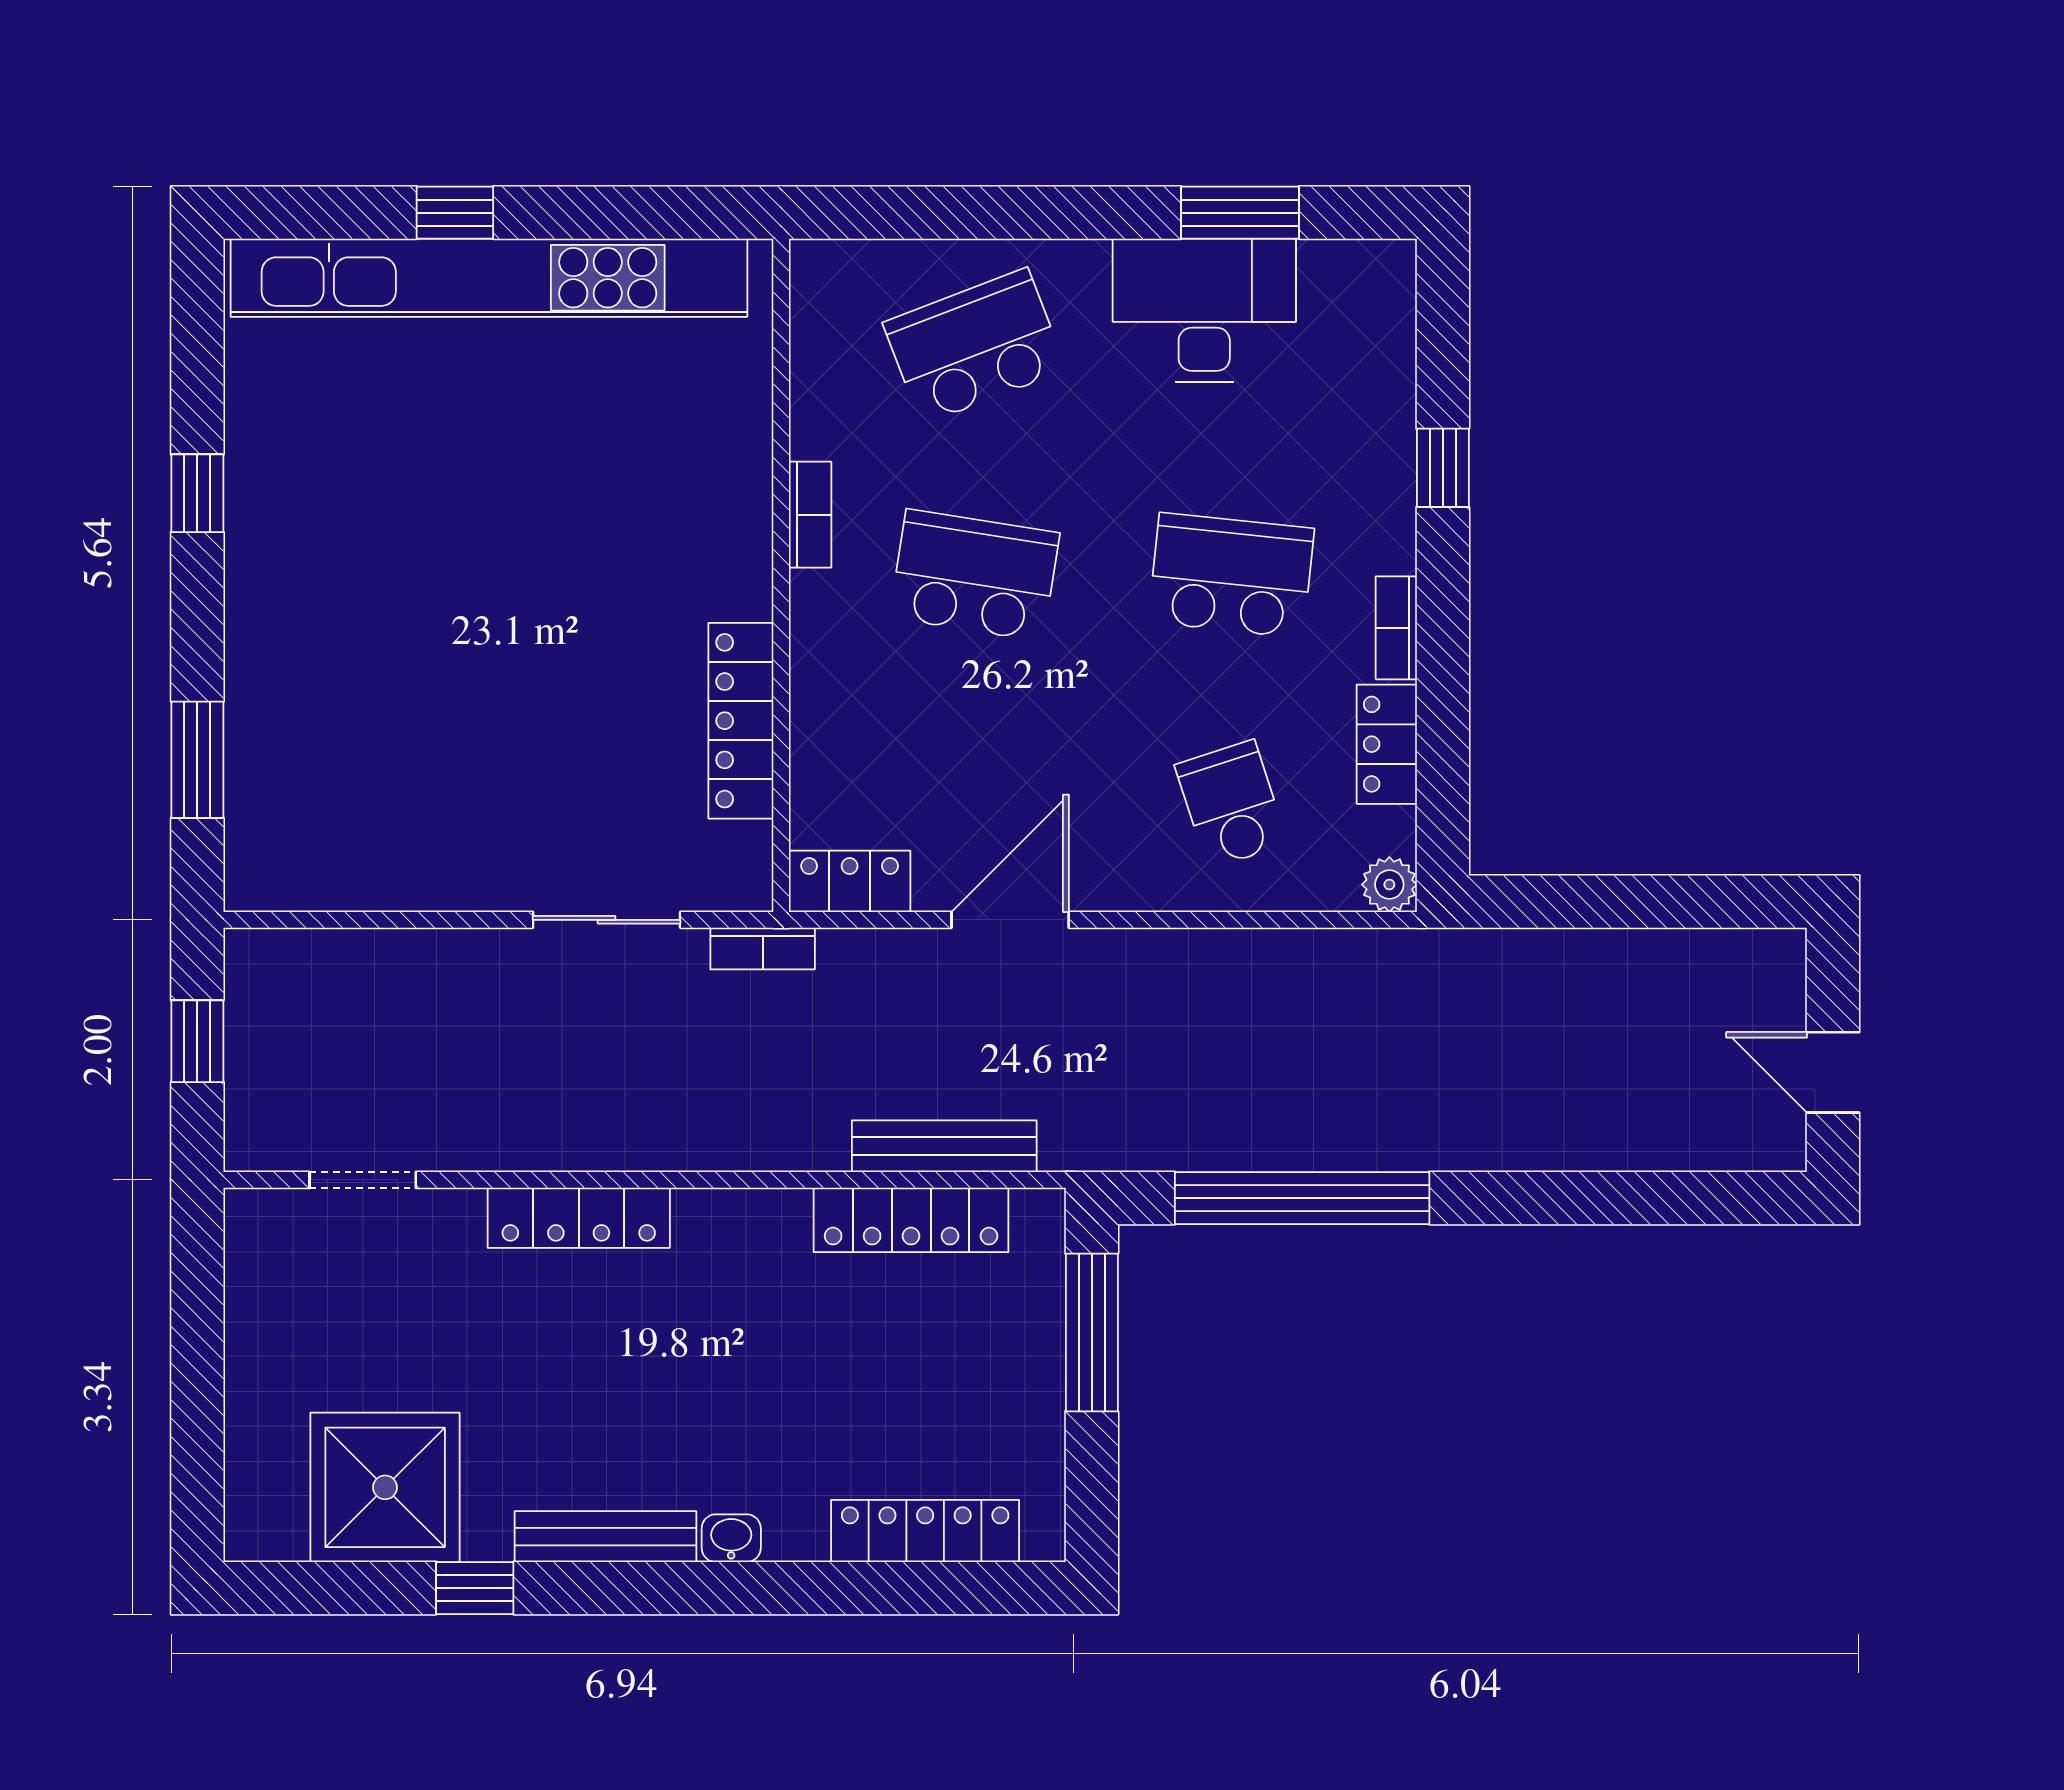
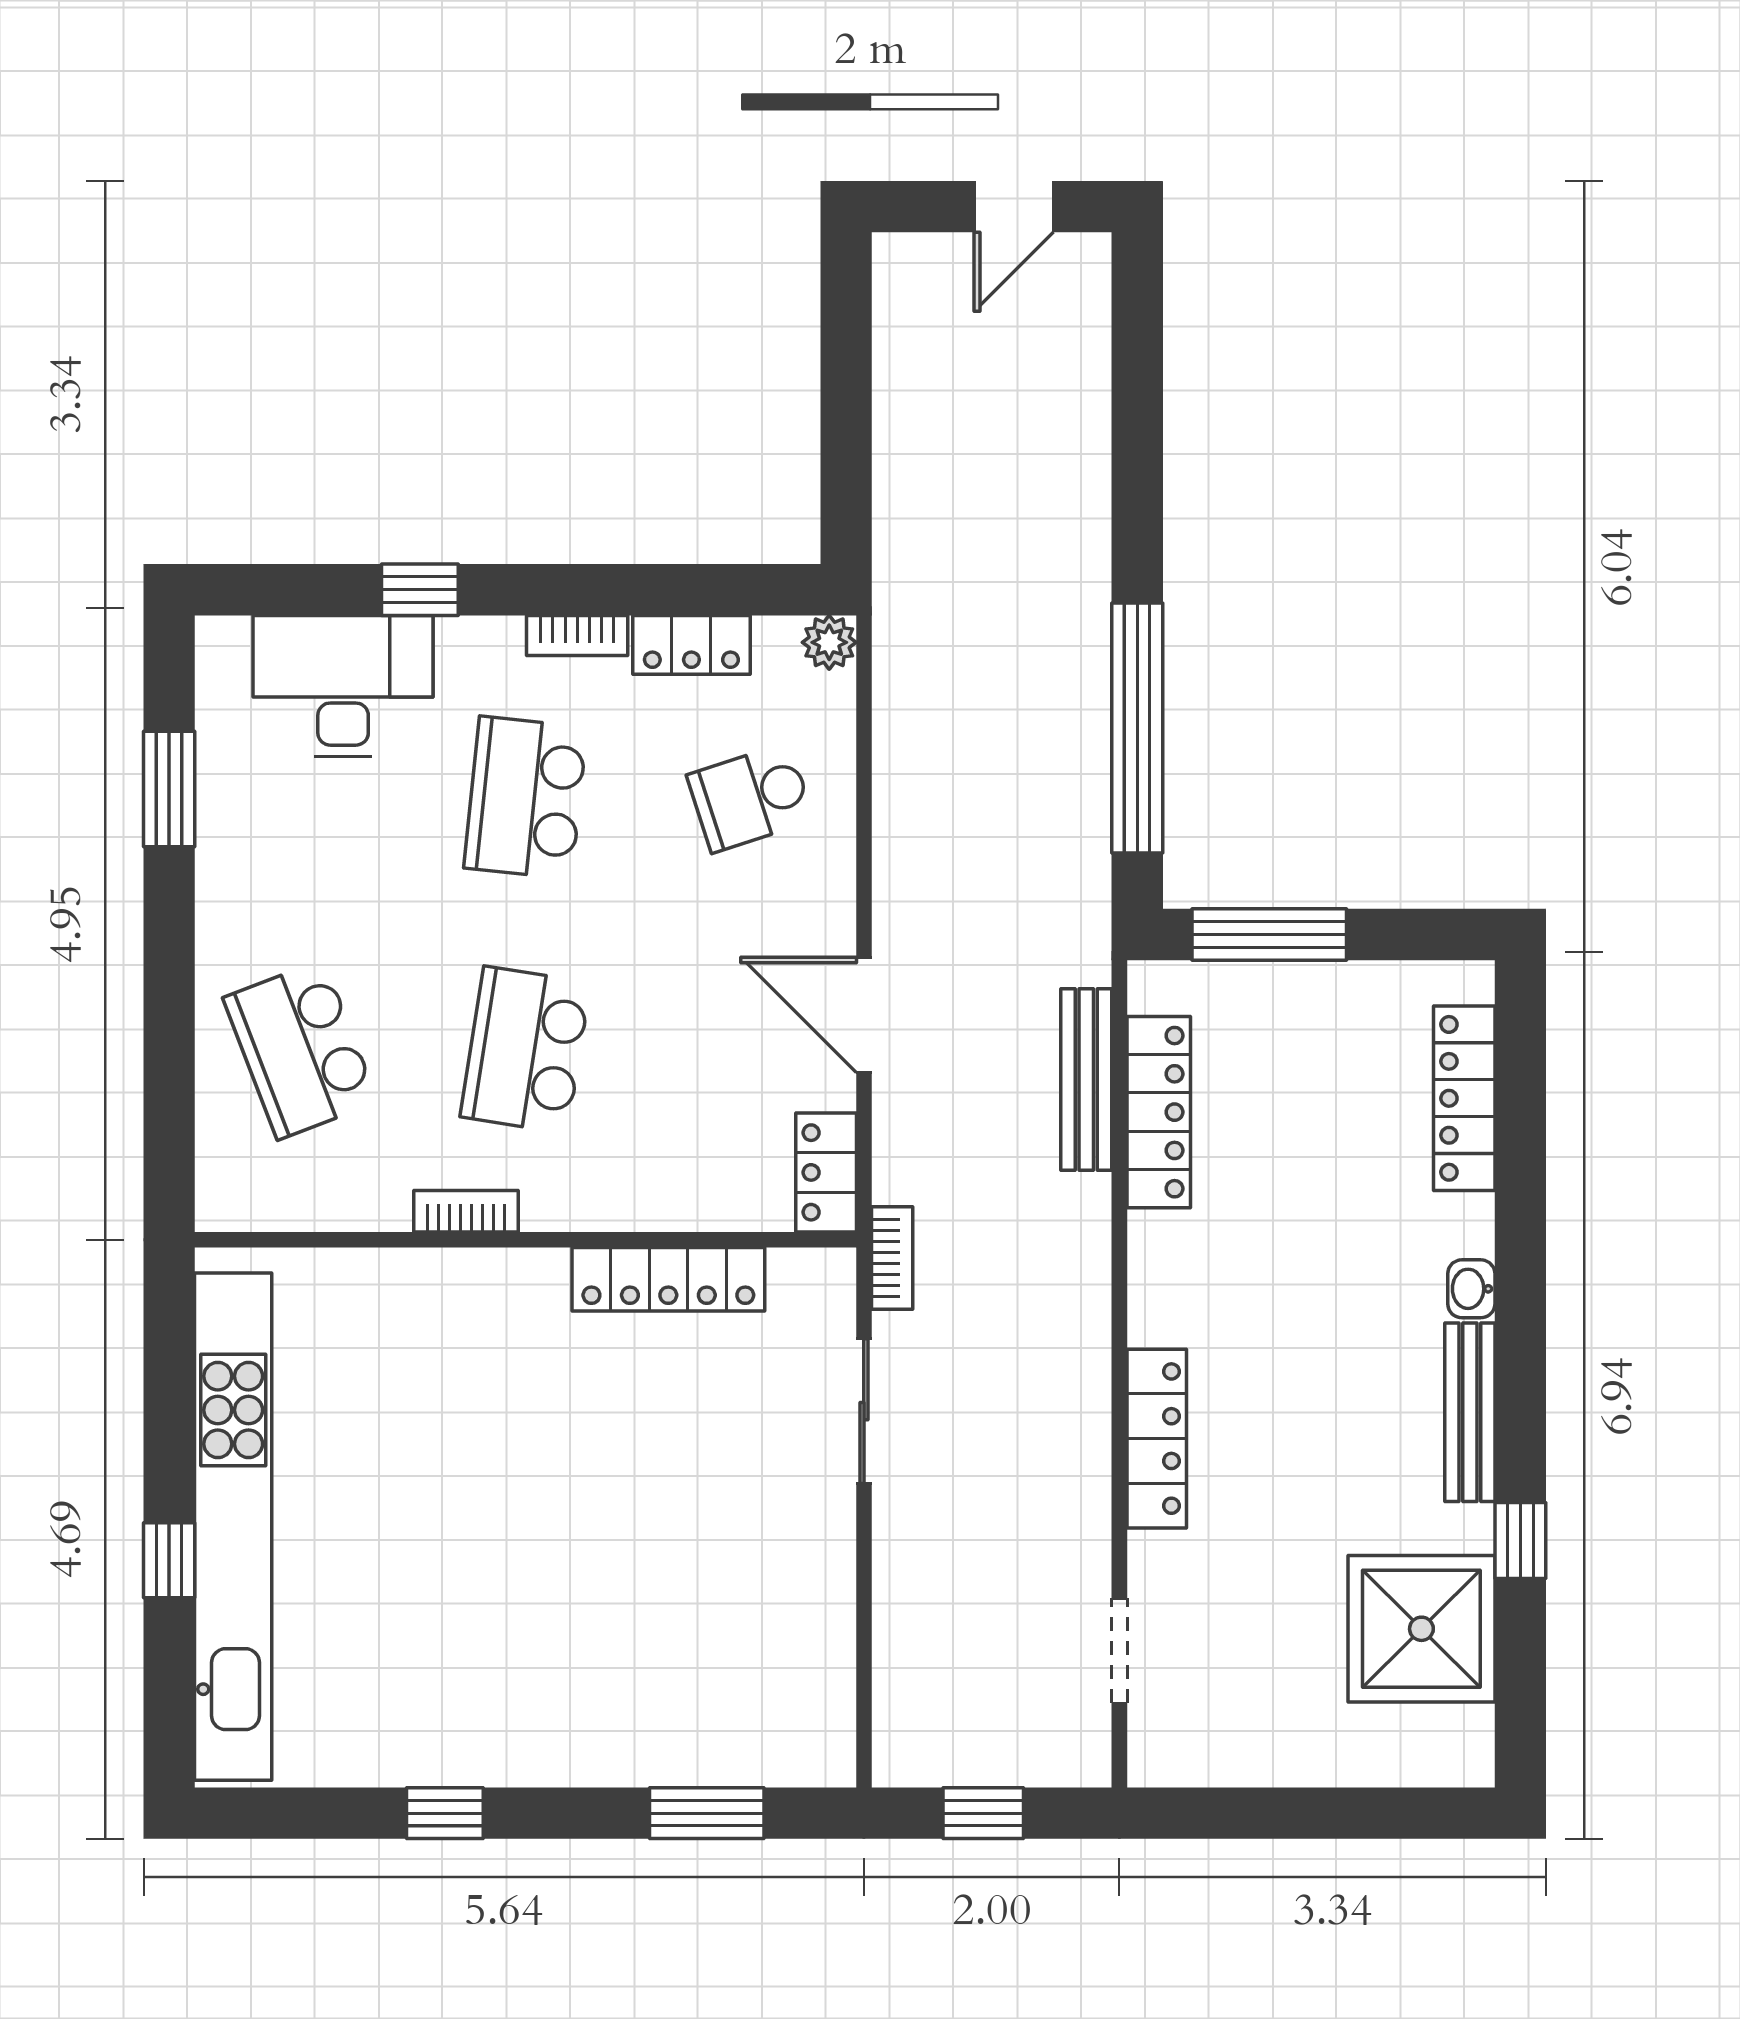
desk: (1204, 310) -> (343, 686), moved, turned 90

